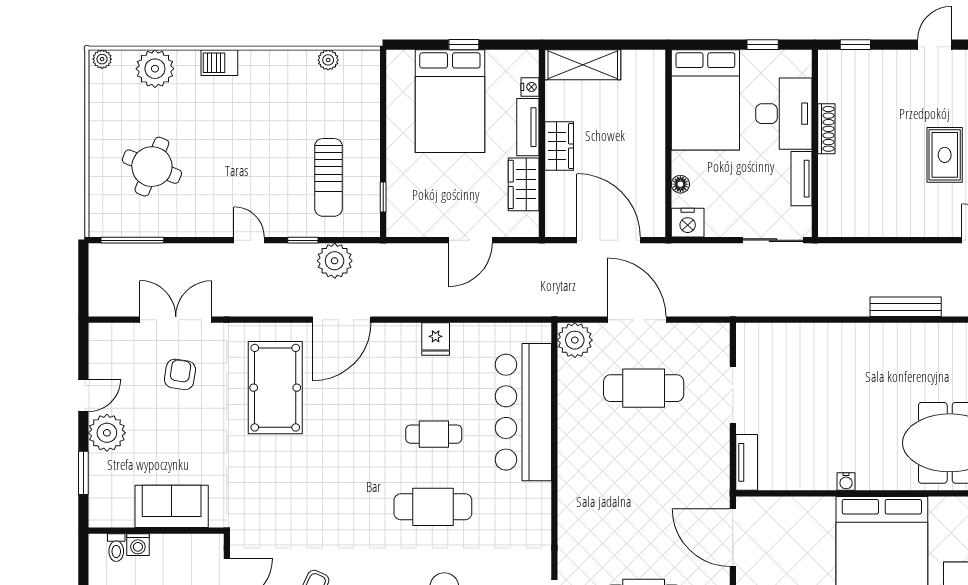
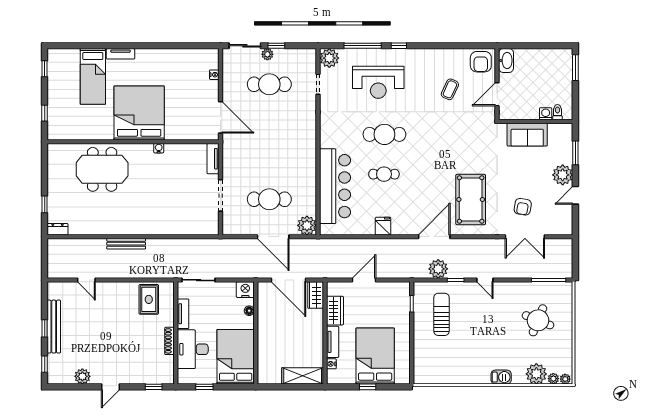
plant: (328, 60) -> (553, 379), moved
wardrobe: (559, 146) -> (316, 295), moved
rug: (945, 155) -> (149, 299), moved

